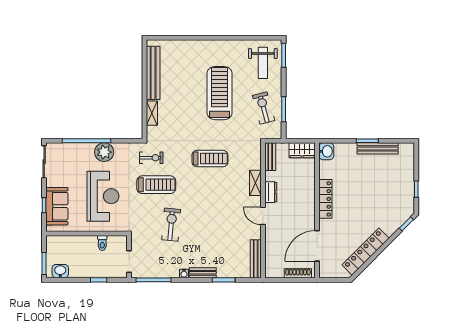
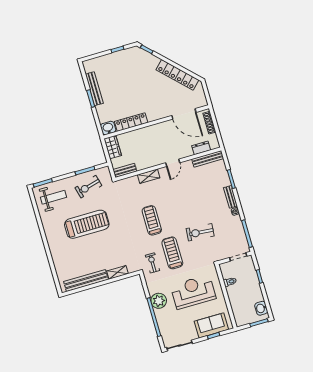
treadmill: (220, 93) -> (87, 224), turned 180
treadmill: (210, 159) -> (152, 220), moved
dresser: (271, 192) -> (201, 148), moved
locker: (325, 199) -> (131, 122), moved

